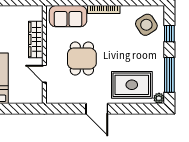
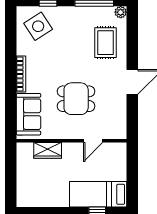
wardrobe: (36, 39) -> (48, 150), width x0.67
rug: (132, 85) -> (106, 43), width x0.73, depth x0.70

